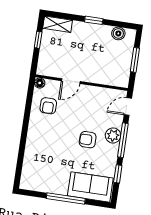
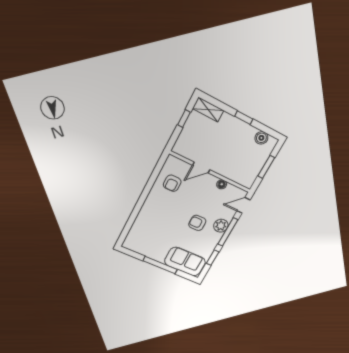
floor lamp: (40, 83) -> (222, 184), moved

